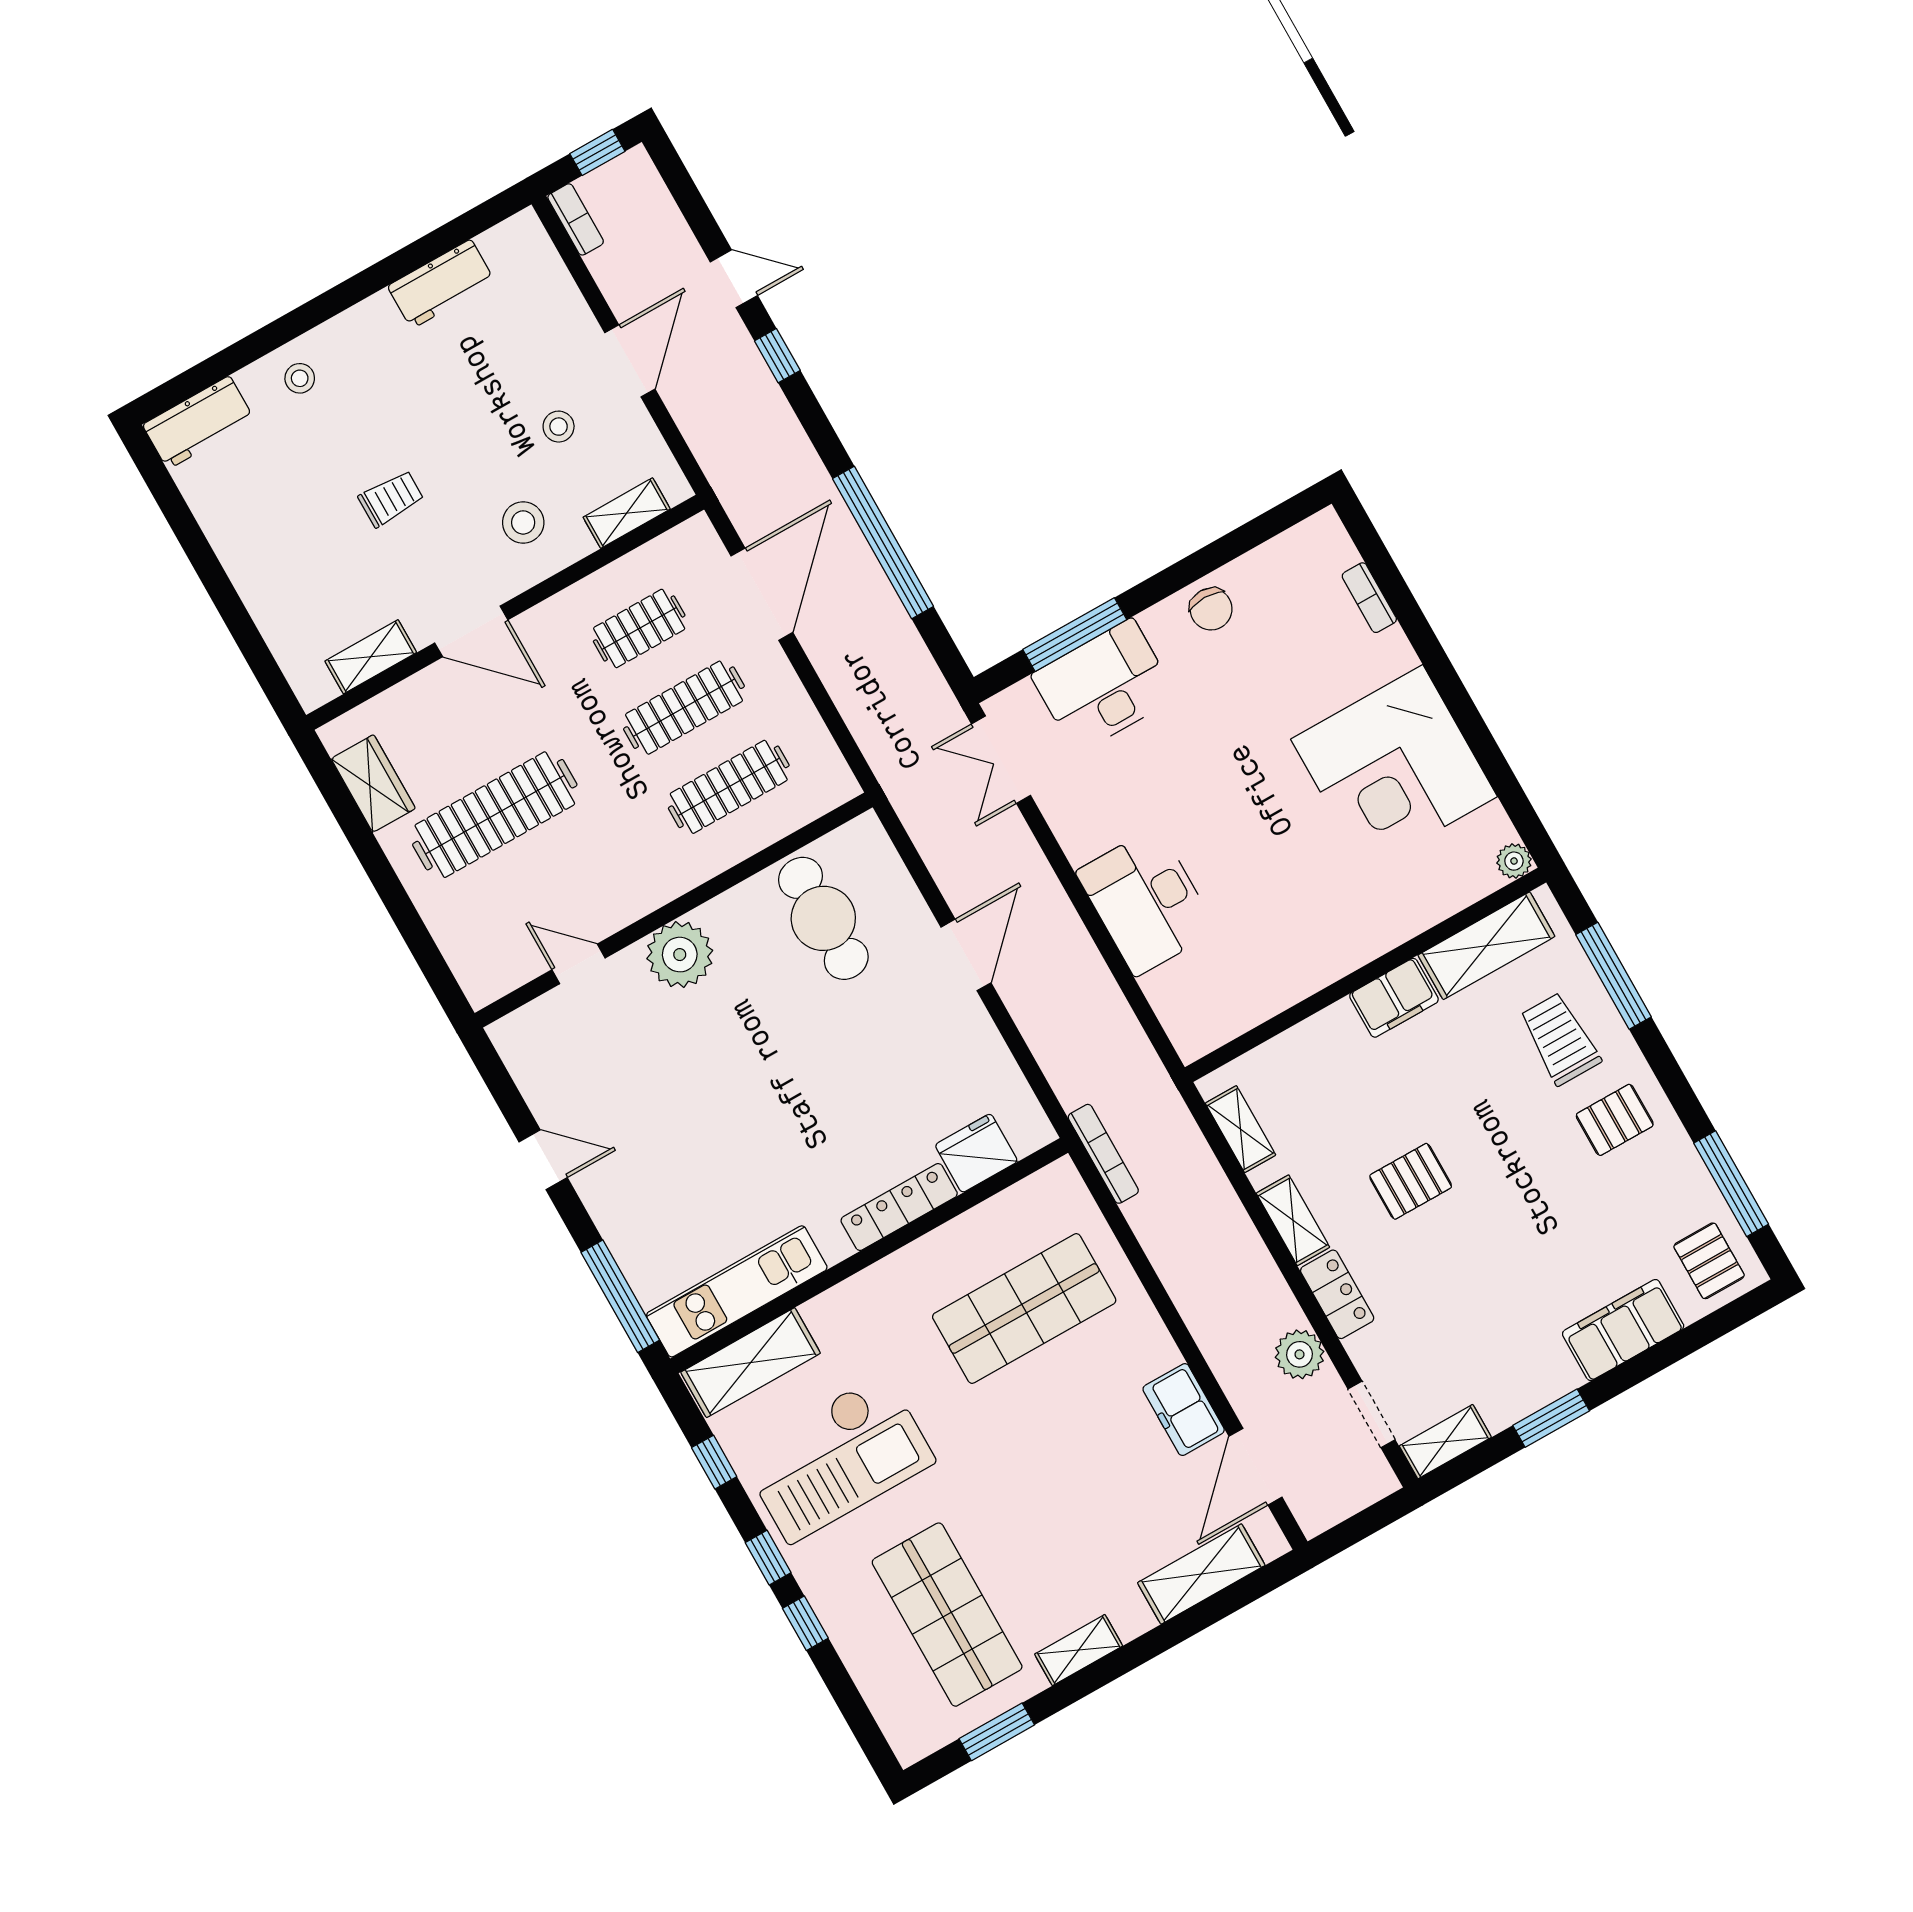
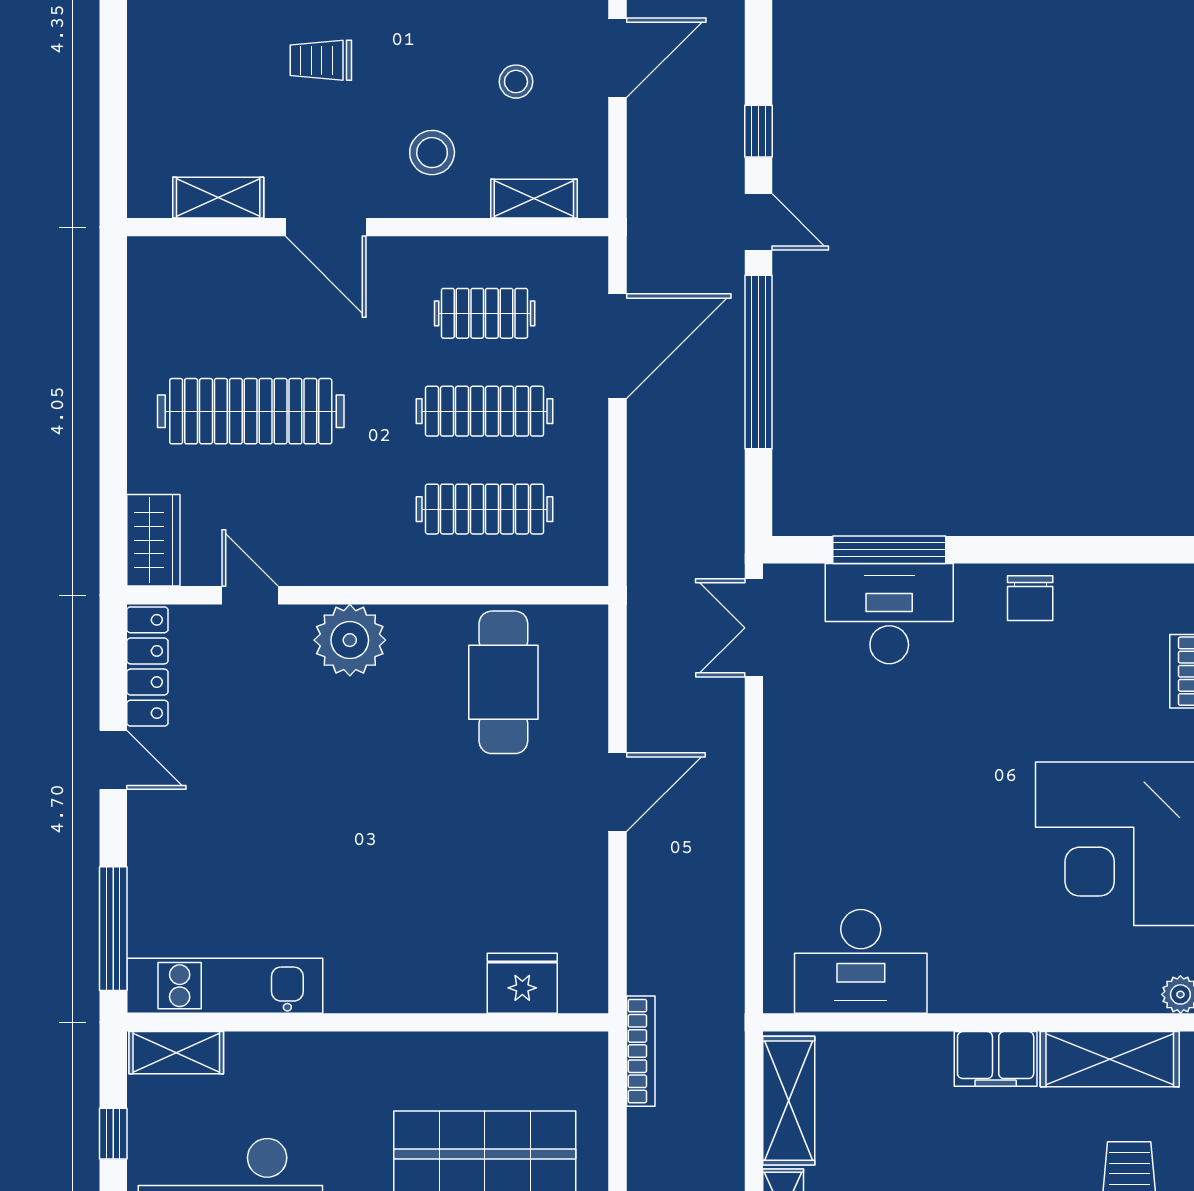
door: (734, 279) -> (758, 222), moved
trolley: (391, 499) -> (321, 60), turned 180
wardrobe: (373, 783) -> (153, 540), moved
desk: (1146, 901) -> (861, 961), moved, turned -90
shelving: (1241, 1129) -> (789, 1101), width x1.50, depth x1.33
locker: (899, 1207) -> (147, 666), moved, turned 90
shelving: (751, 1363) -> (176, 1053), width x0.67, depth x0.75

